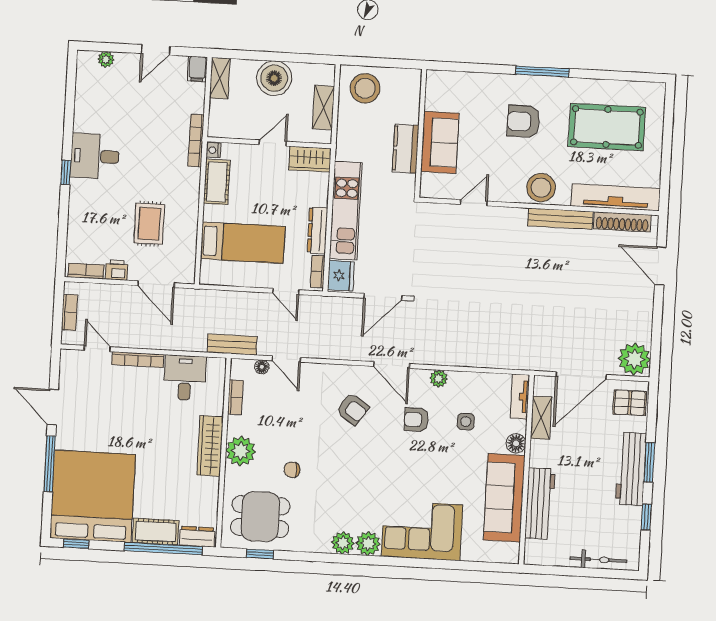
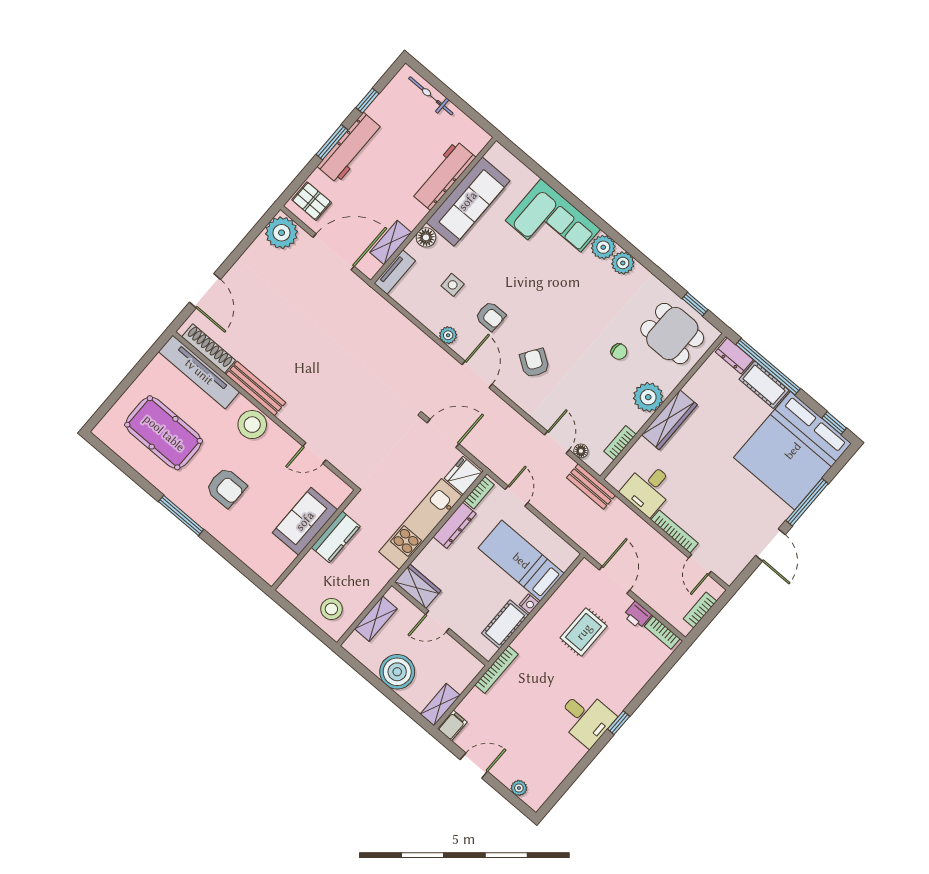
stool: (365, 88) -> (331, 609), width x0.73, depth x0.73
nightstand: (213, 150) -> (529, 604), moved

